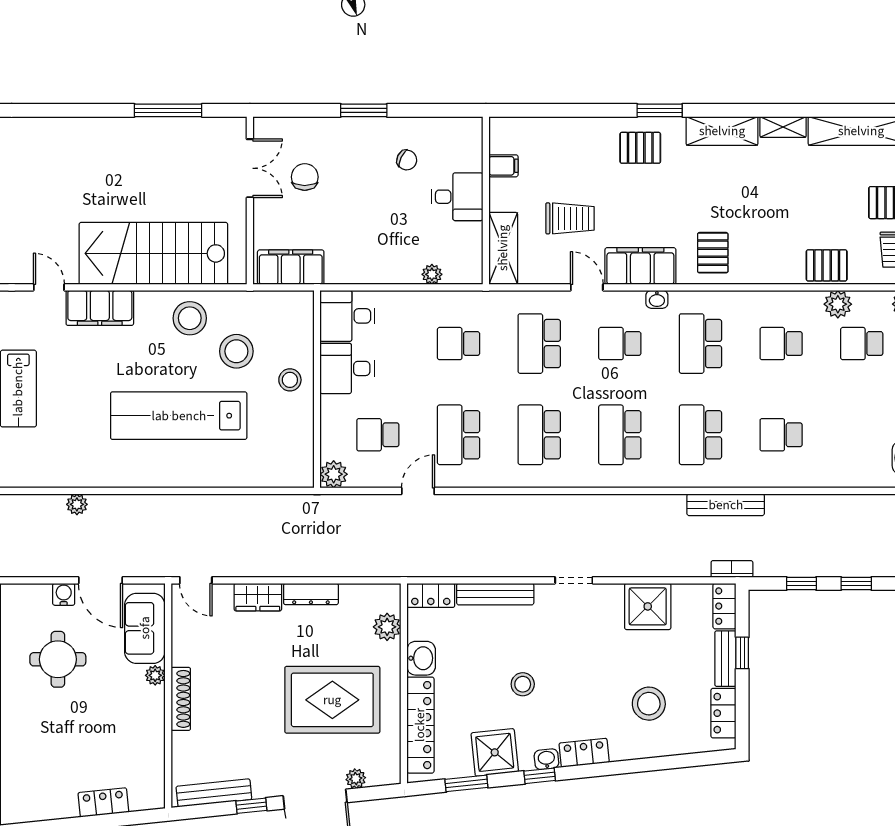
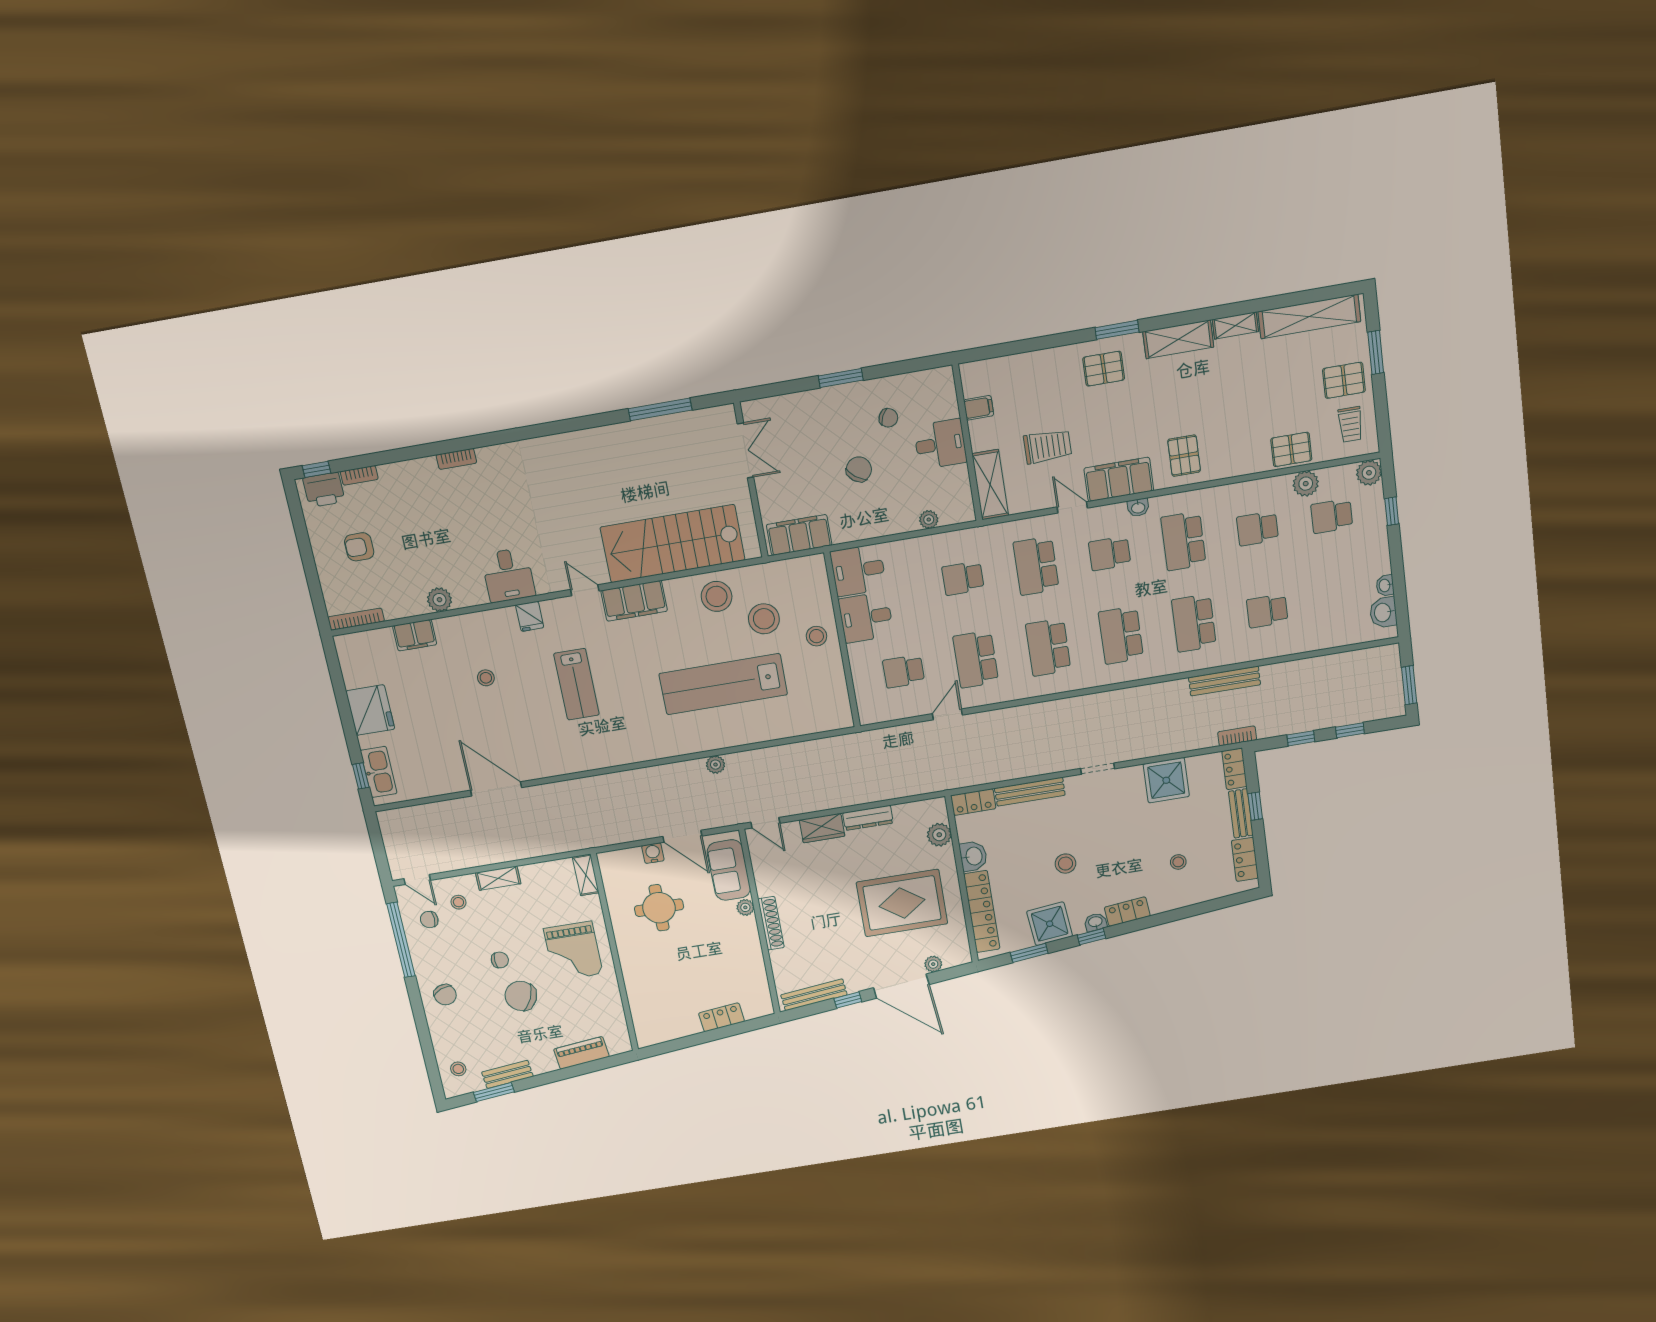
chair: (305, 177) -> (859, 469), moved, turned 37
plant: (334, 474) -> (870, 712), removed
plant: (77, 504) -> (716, 765), moved
stool: (649, 704) -> (1178, 862), width x0.53, depth x0.53

